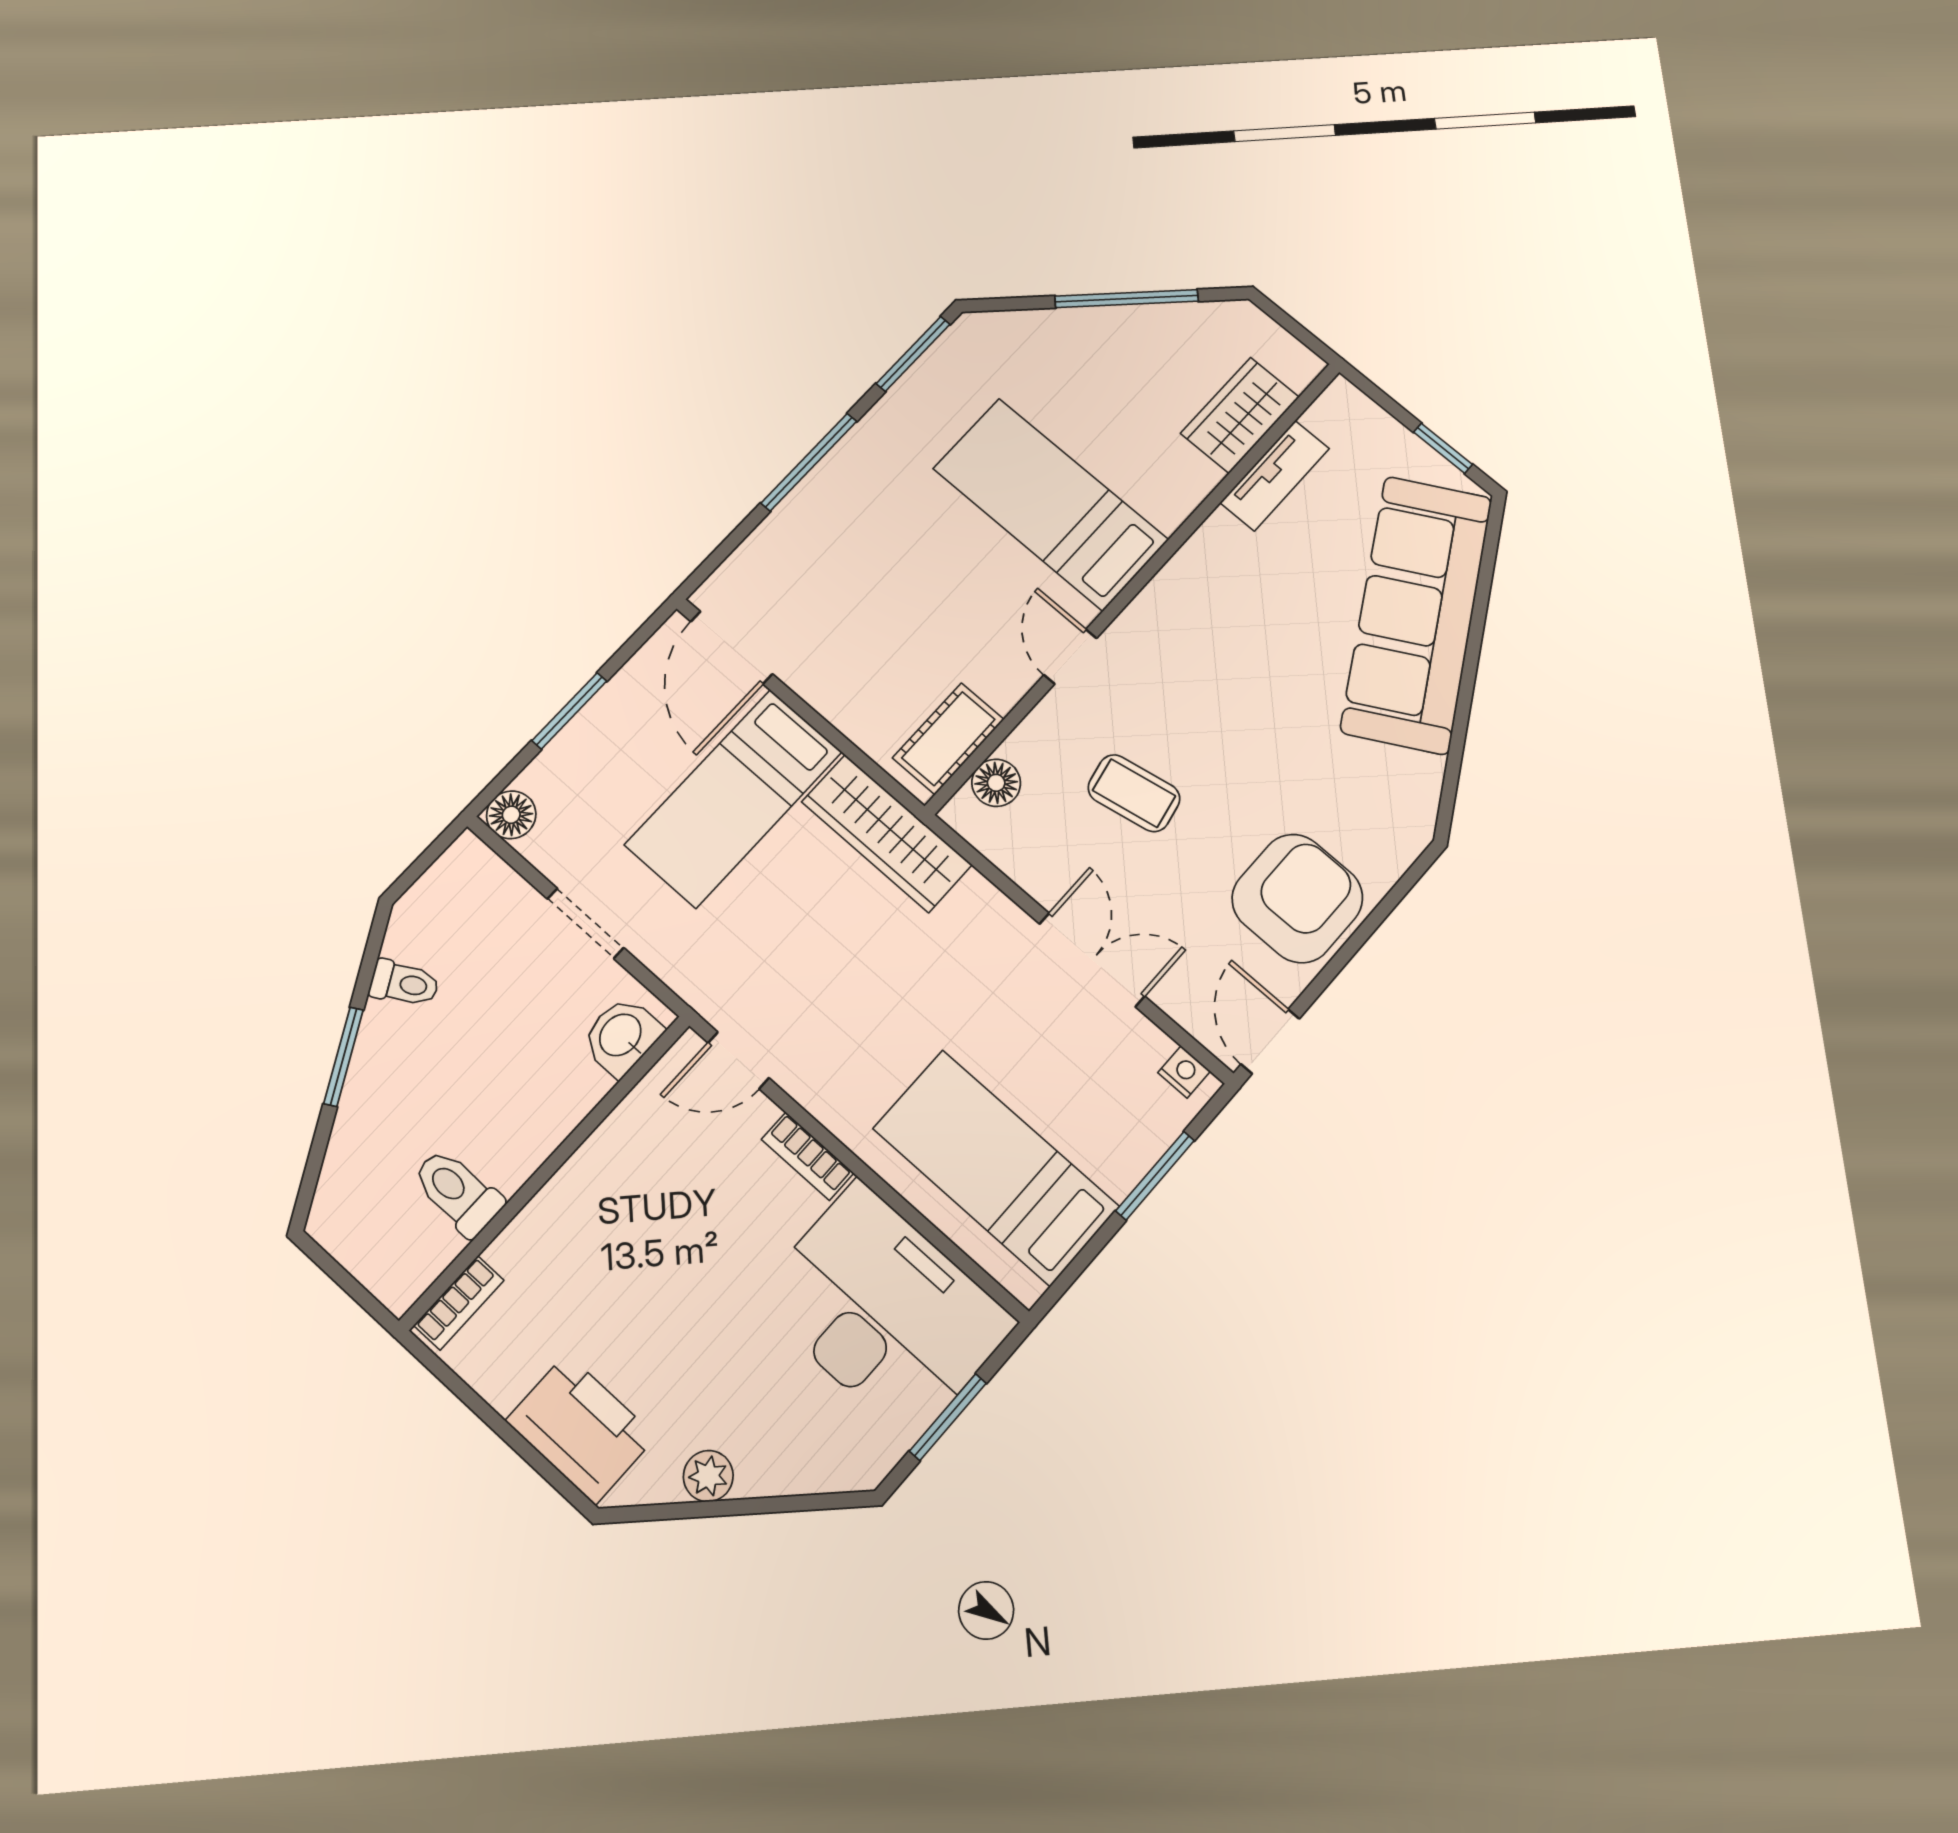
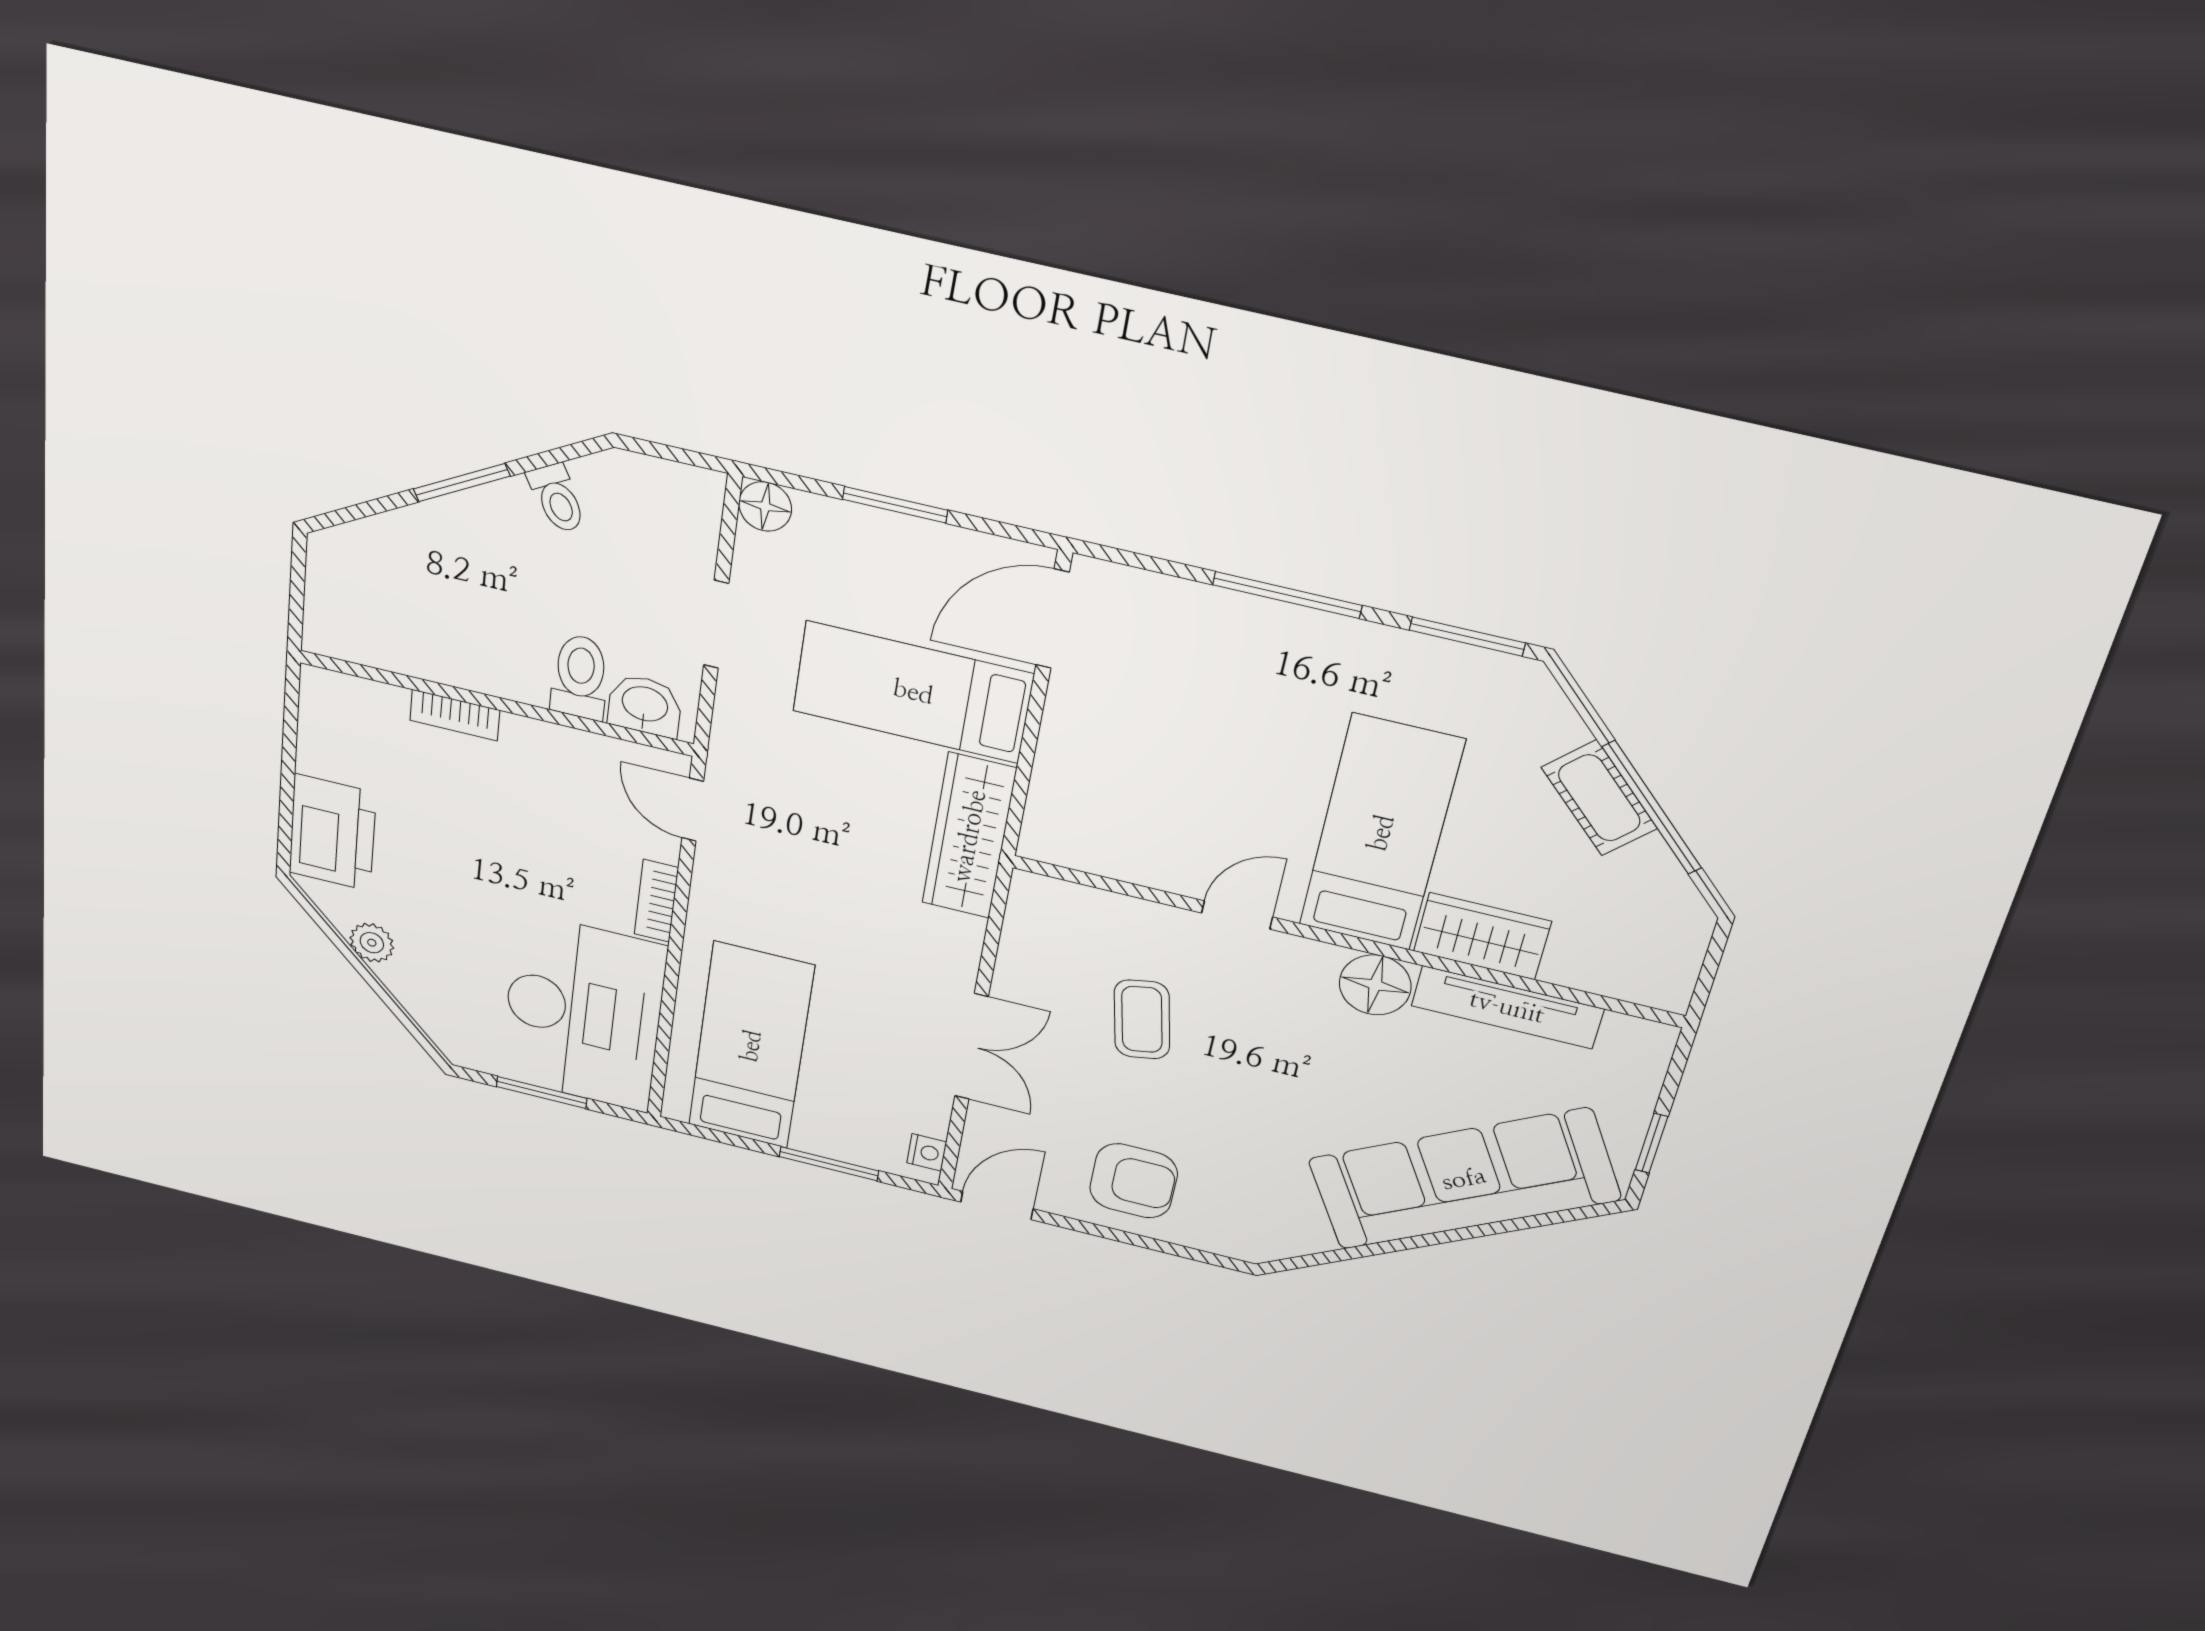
wardrobe: (1240, 415) -> (1482, 936), moved
tv unit: (1275, 476) -> (1507, 1007), width x1.41
cot: (948, 739) -> (1599, 798), moved, turned 45
floor lamp: (996, 783) -> (1375, 985), moved, width x1.38, depth x1.38
armchair: (1297, 898) -> (1134, 1181), width x0.73, depth x0.73
toilet: (457, 1192) -> (580, 677), moved
bookcase: (459, 1303) -> (455, 715), moved

